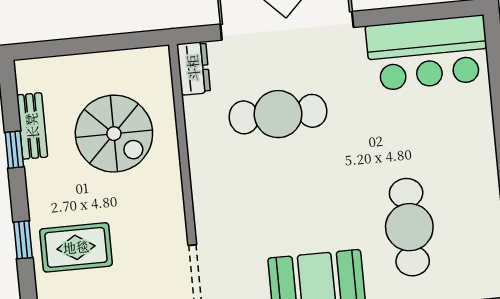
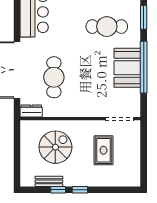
window: (23, 240) -> (80, 190), moved
rug: (76, 247) -> (103, 150), moved

